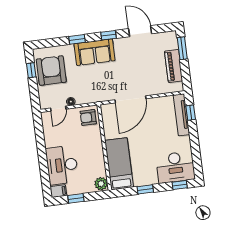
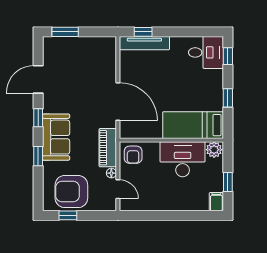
piano: (174, 66) -> (108, 148), moved, turned 90
desk: (62, 165) -> (183, 159), moved, turned 180
desk: (175, 167) -> (206, 52), width x0.73

